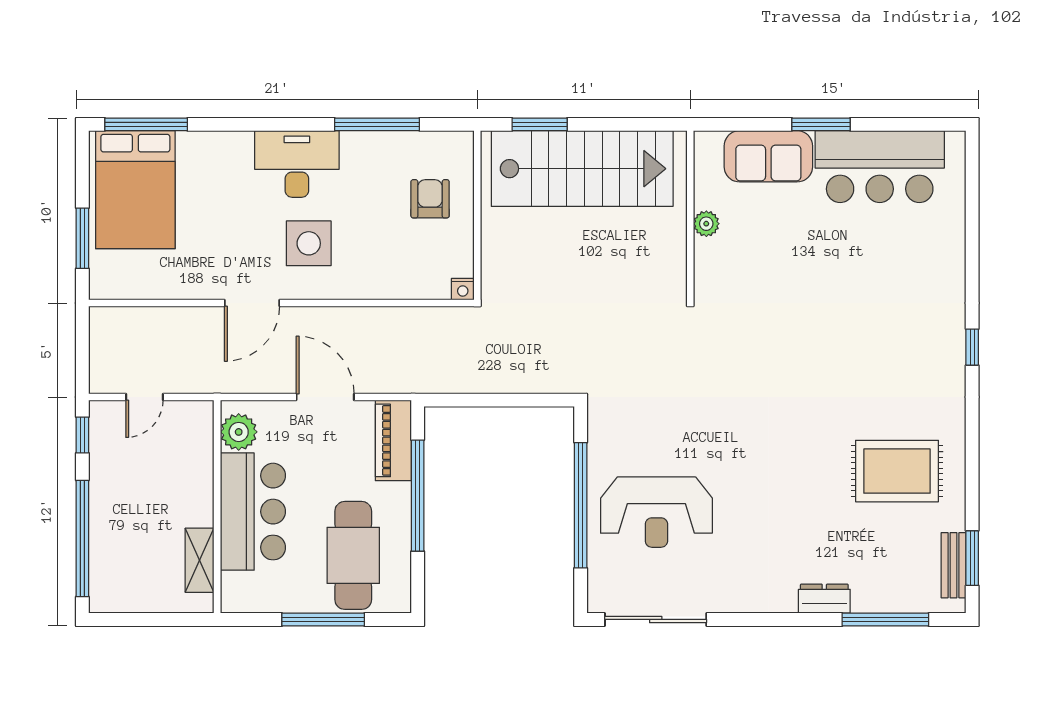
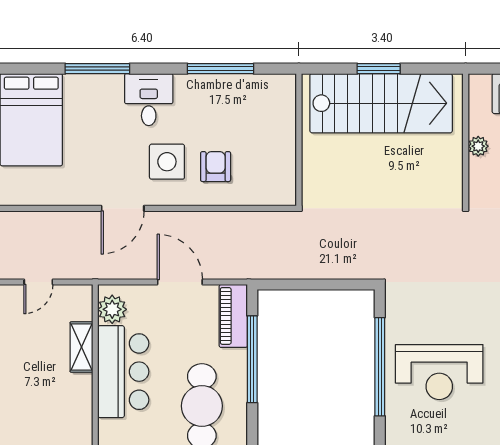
window: (146, 124) -> (97, 69), moved
window: (540, 124) -> (379, 69), moved
desk: (297, 164) -> (149, 100), width x0.73
armchair: (430, 199) -> (216, 167), moved
nightstand: (463, 289) -> (288, 198), removed
shelving: (200, 560) -> (82, 347), moved

